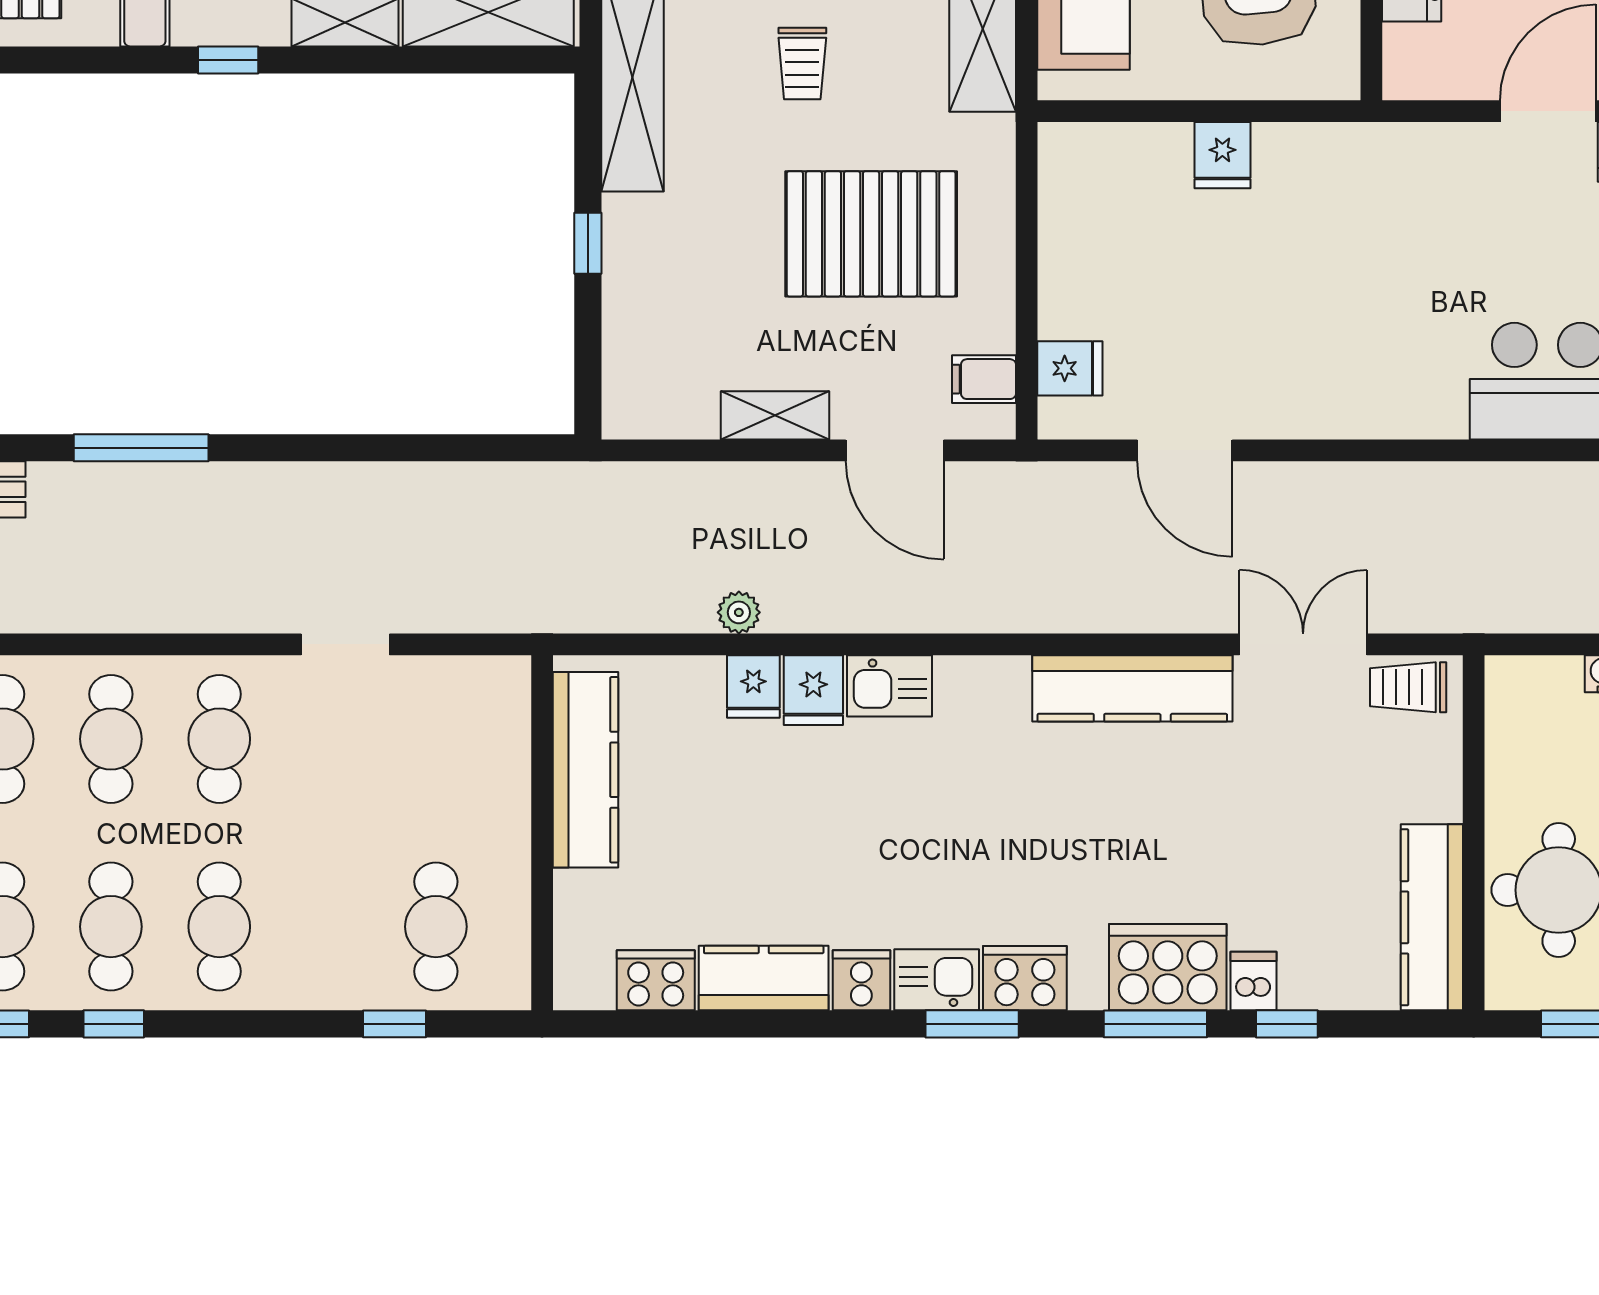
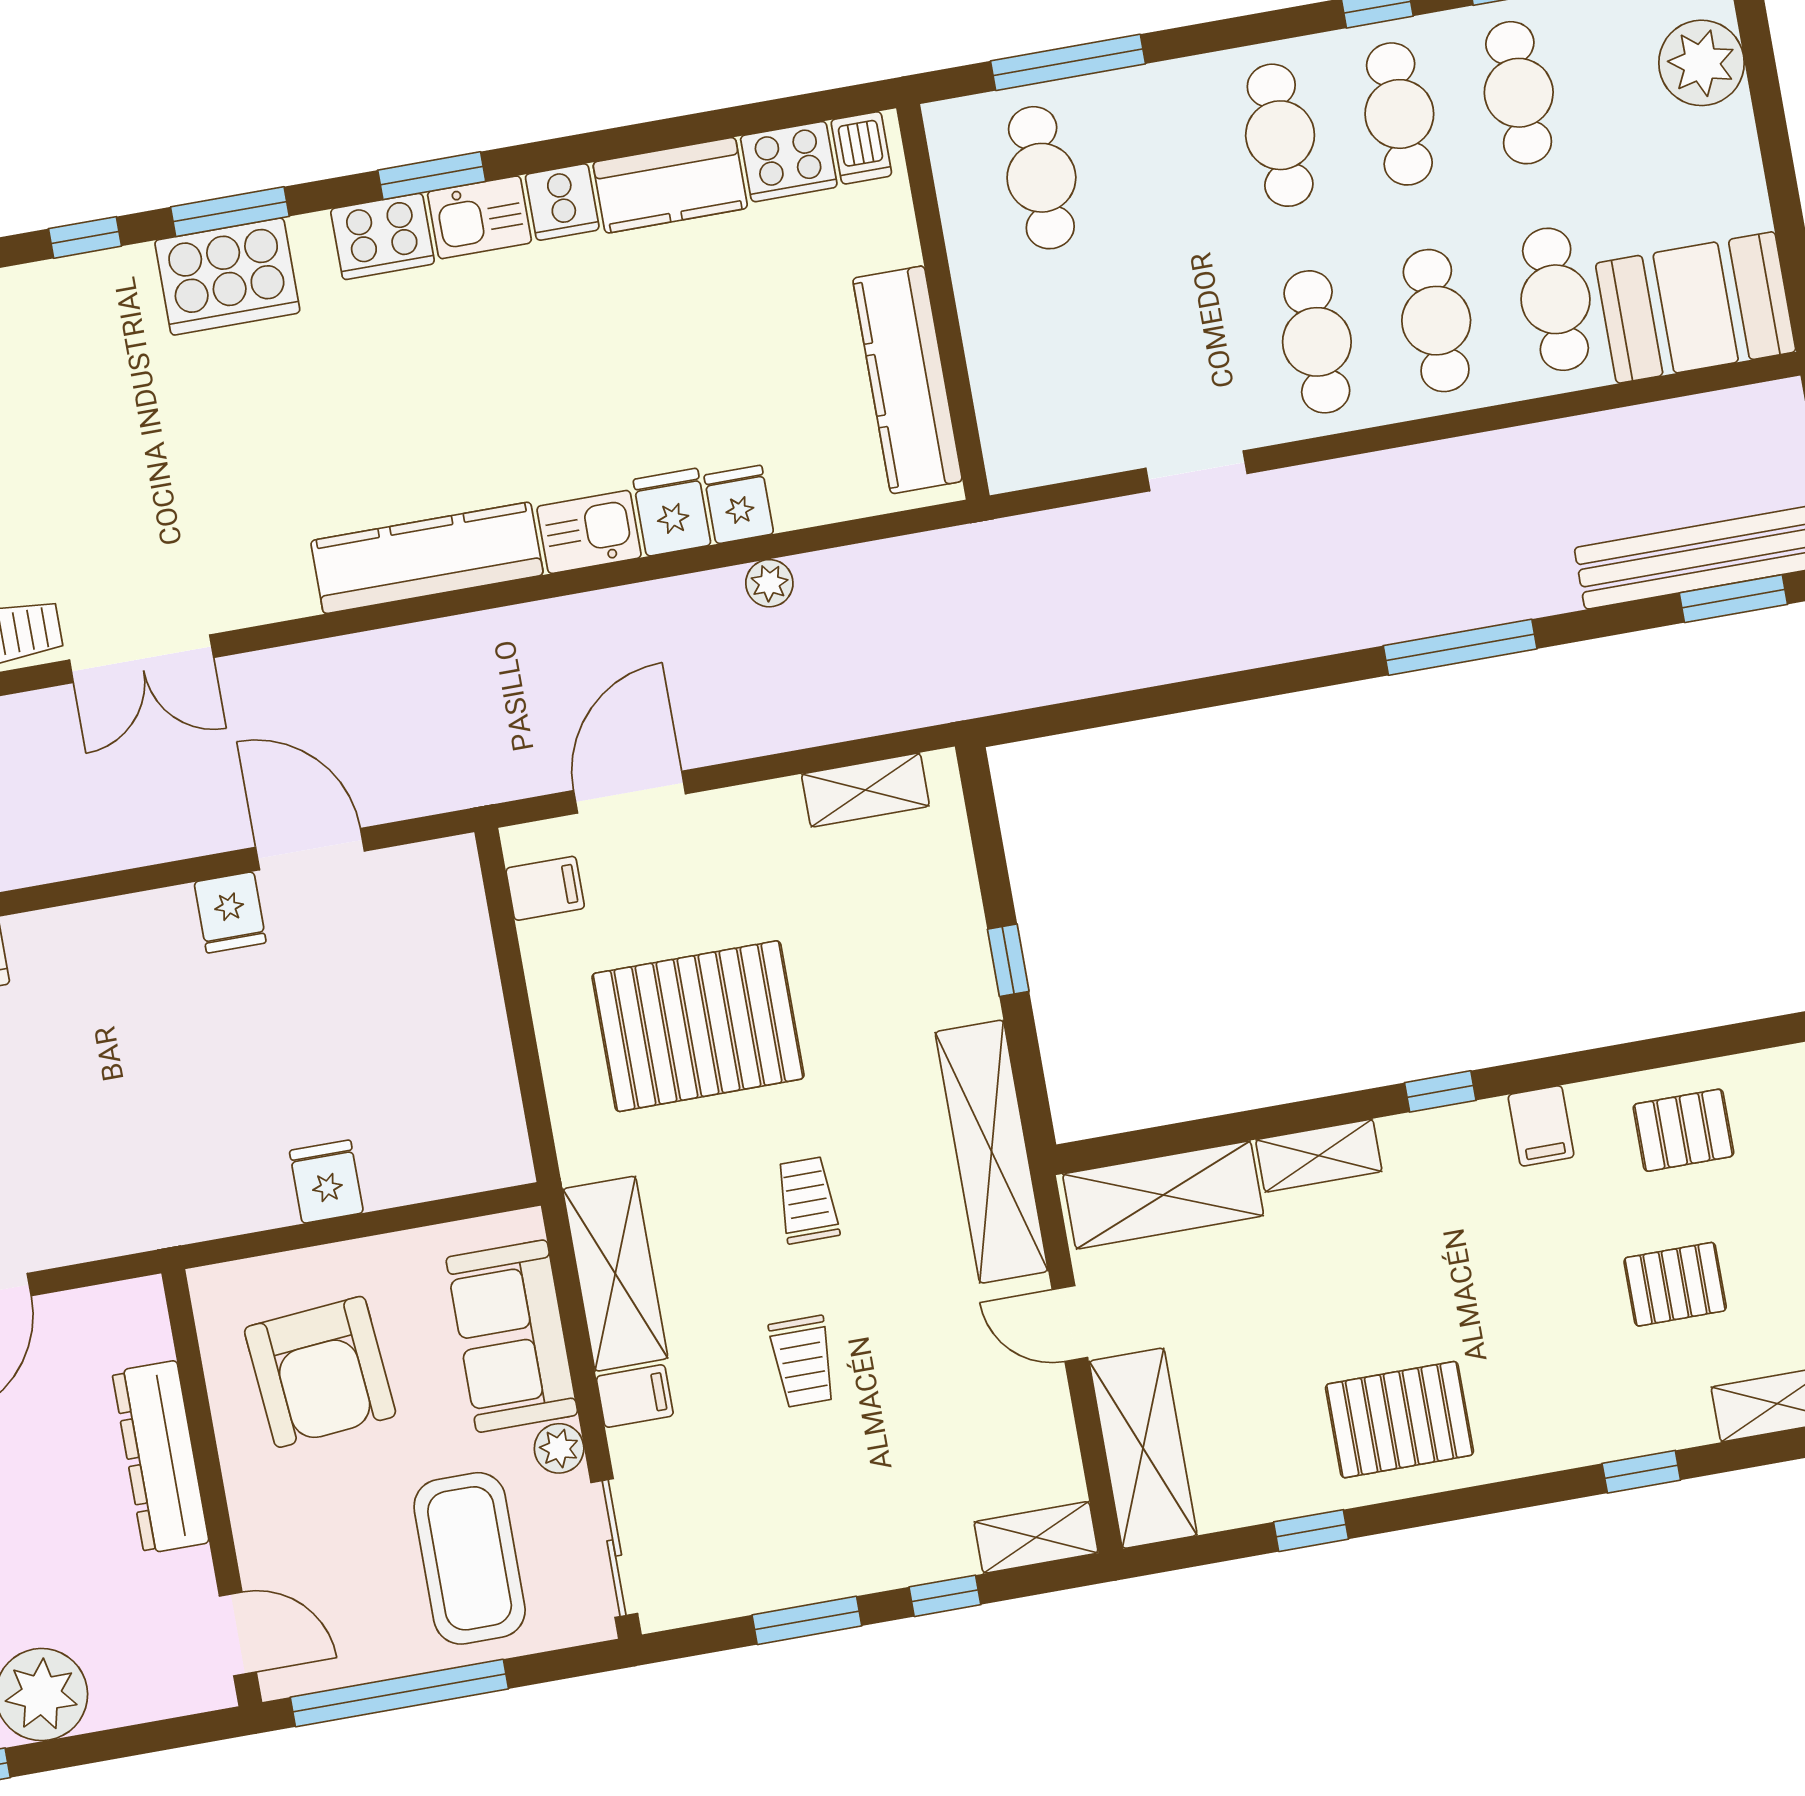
fridge: (1070, 368) -> (230, 912), moved, turned -90
shelving: (775, 415) -> (865, 790), moved
door: (895, 450) -> (630, 792), hinge flipped
kitchen counter: (1132, 688) -> (427, 558), moved
dishwasher: (1254, 981) -> (861, 148), moved
window: (394, 1024) -> (1068, 62), width x2.17

